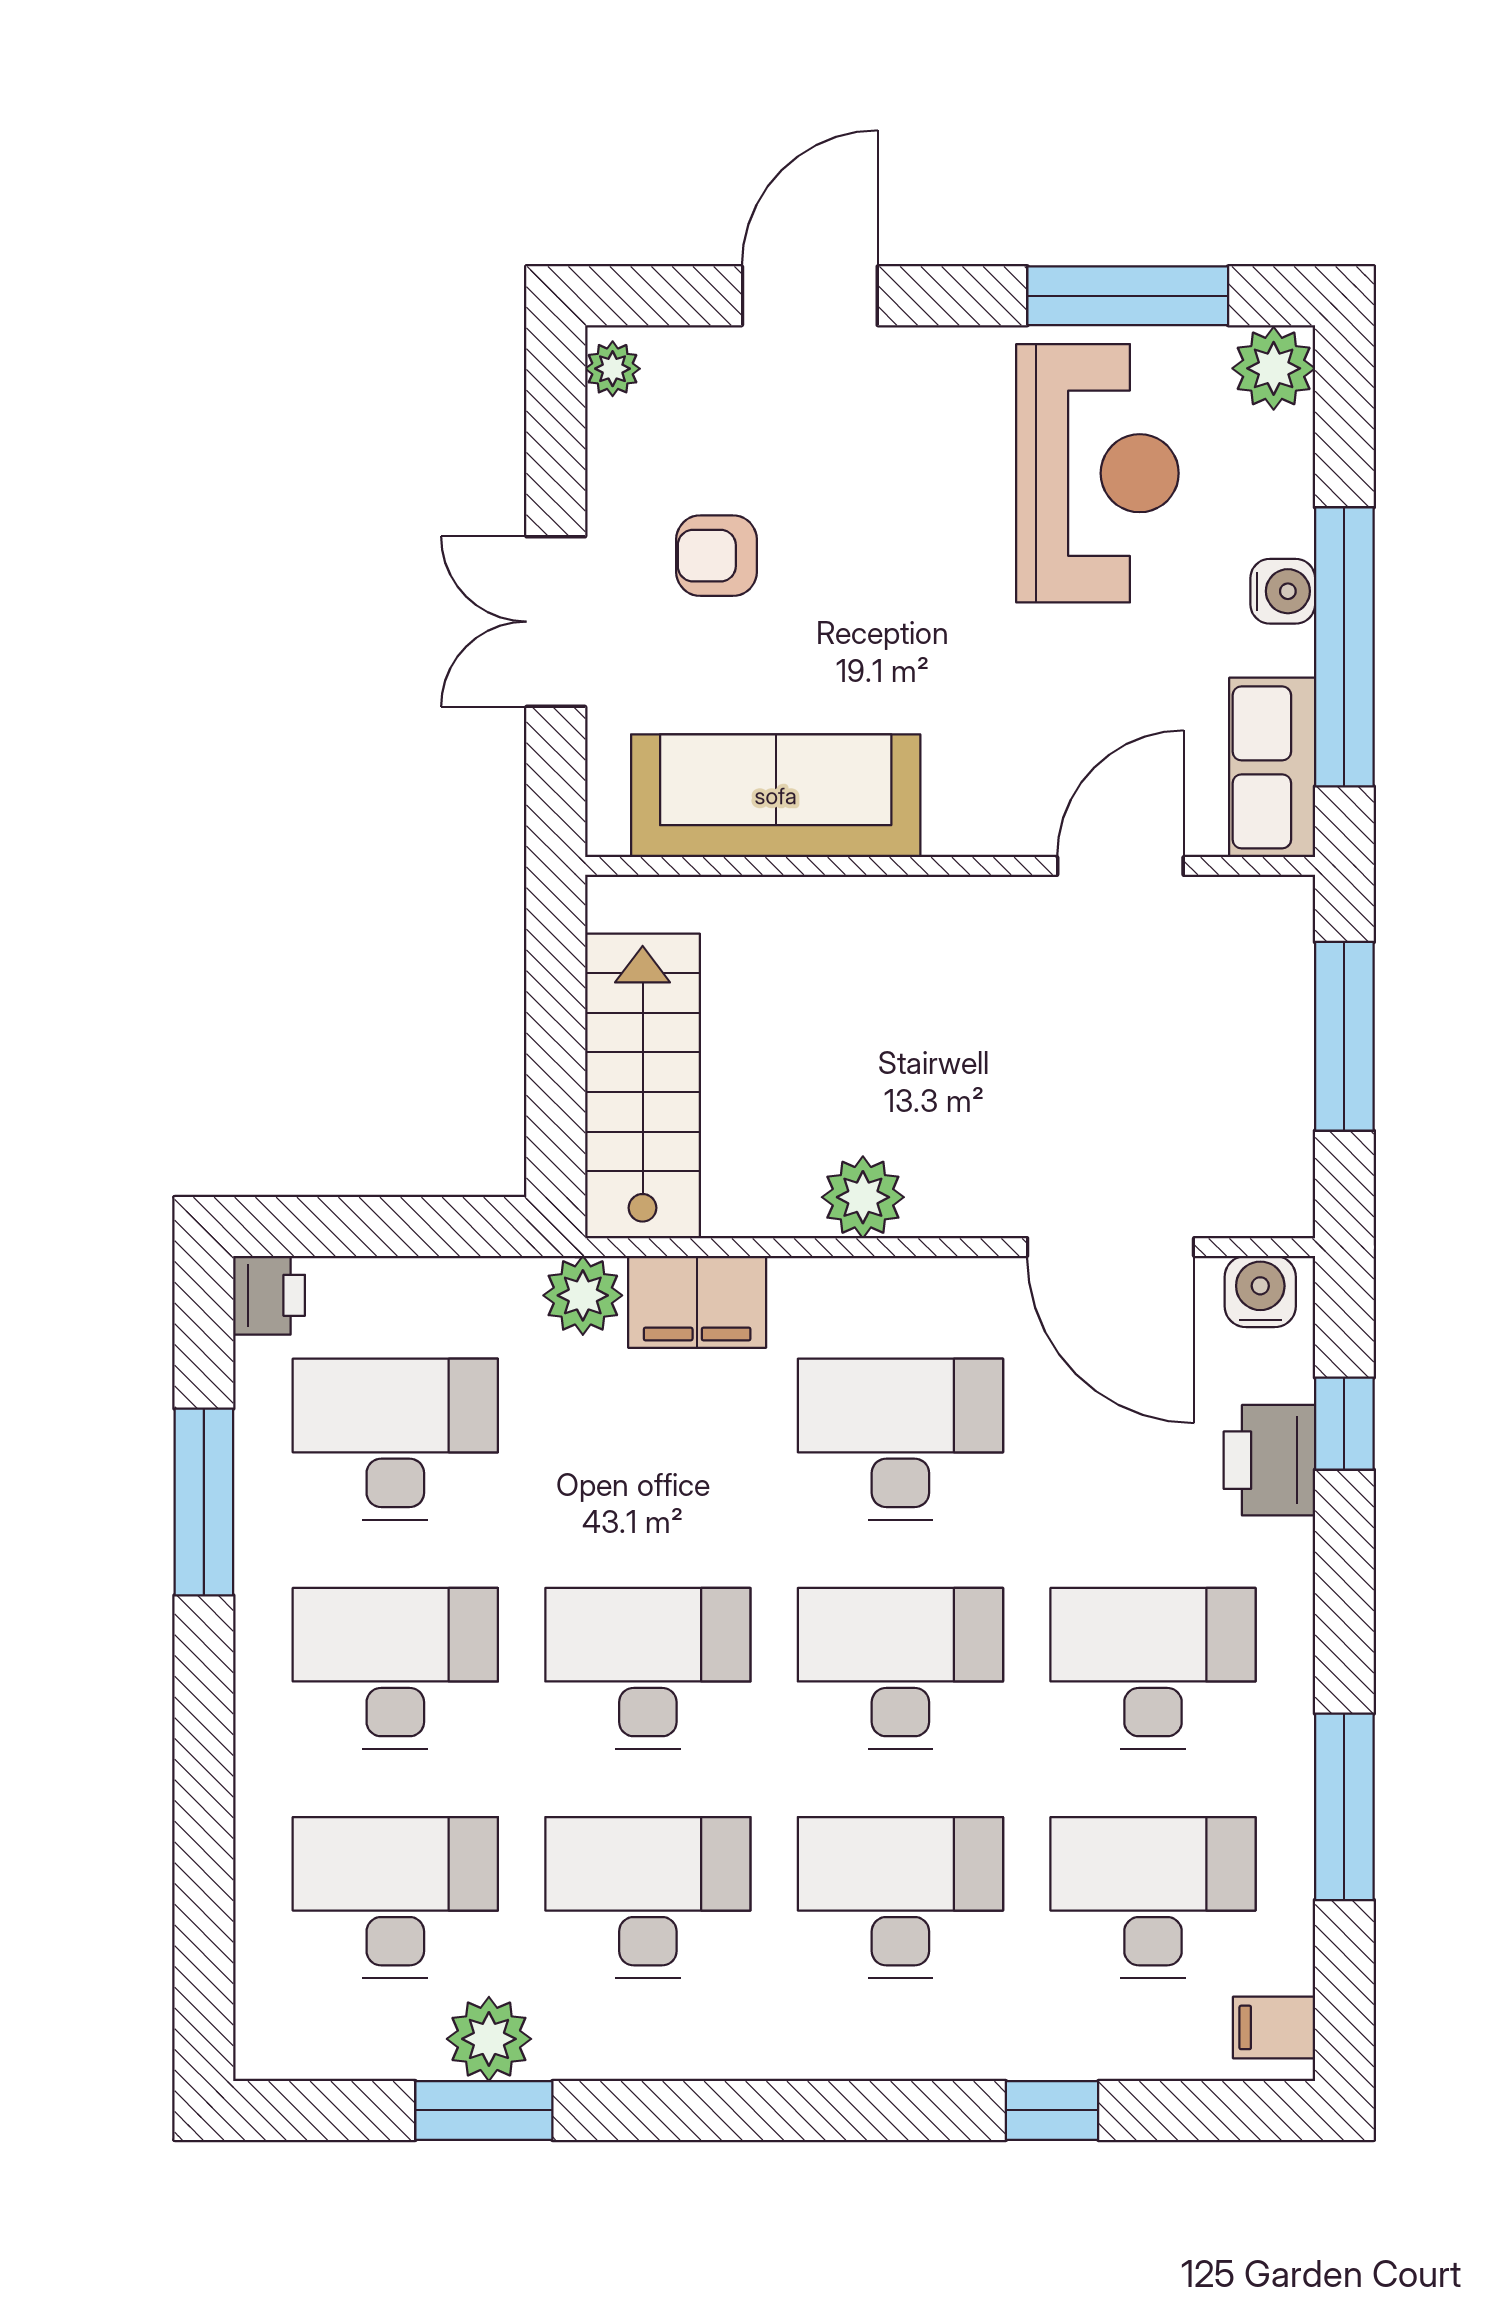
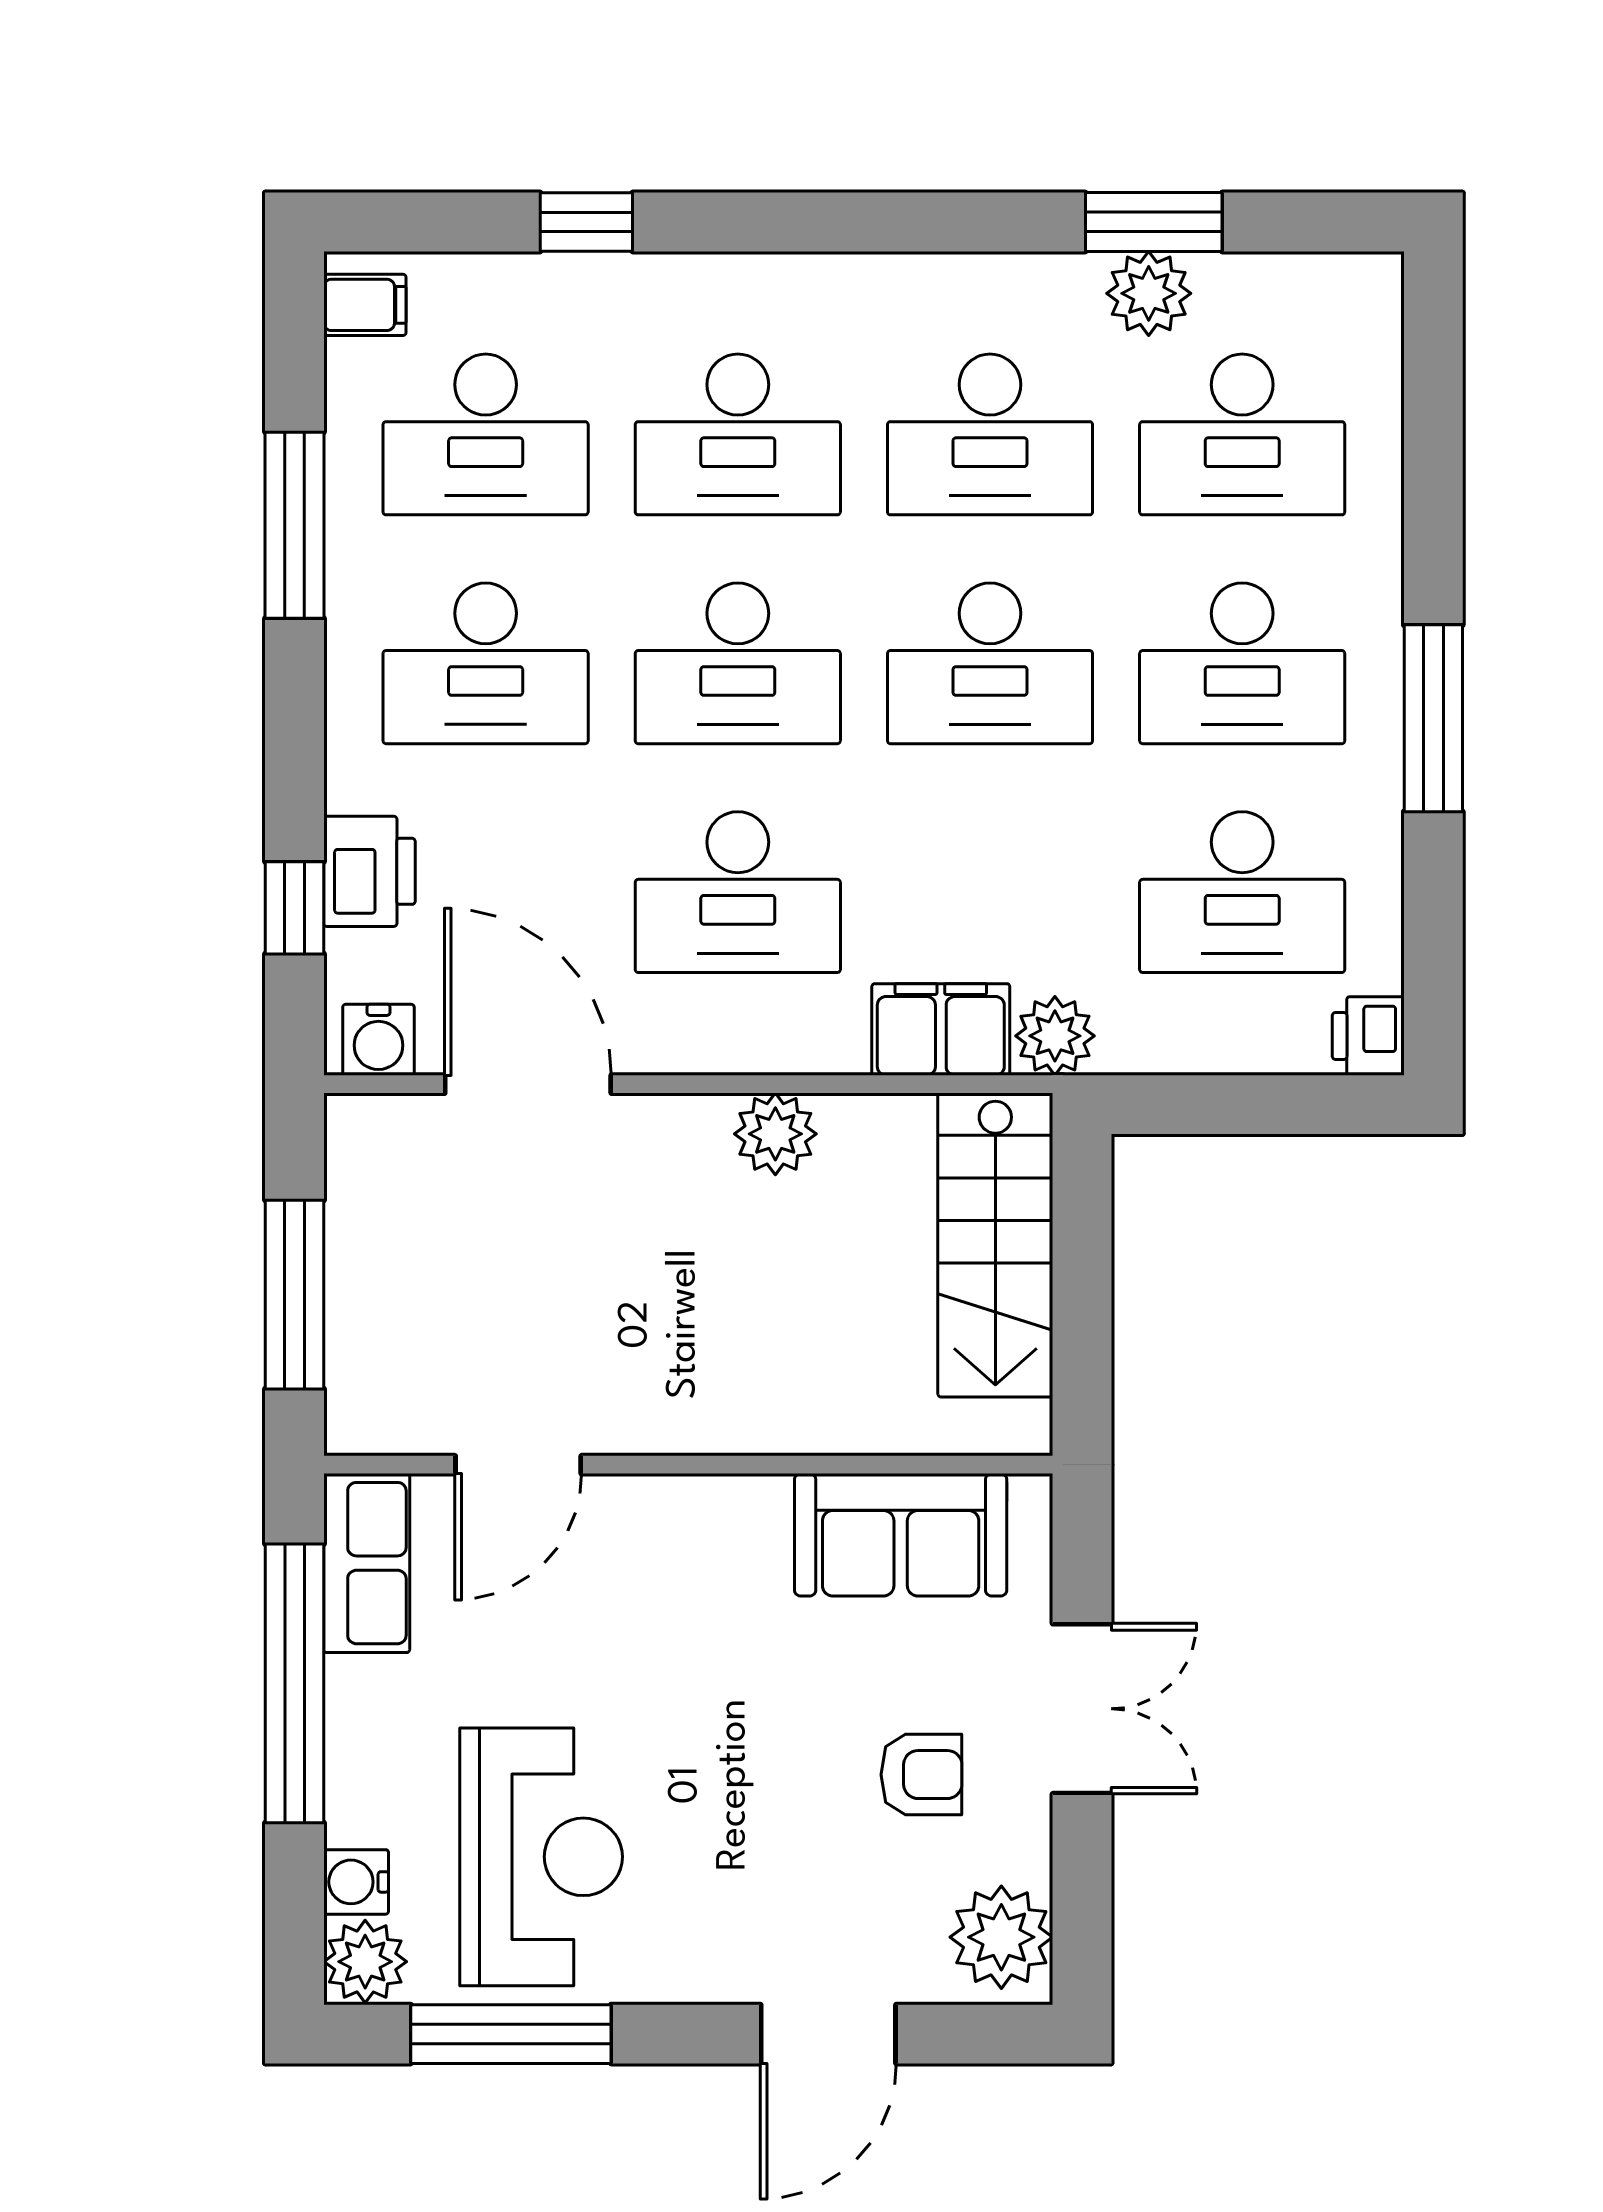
plant: (613, 369) -> (1001, 1937), width x1.88, depth x1.88
reception desk: (1097, 473) -> (541, 1857), turned 180
water cooler: (1283, 591) -> (356, 1882), moved
sofa: (776, 796) -> (901, 1535), width x0.73
window: (204, 1502) -> (1433, 718), moved

